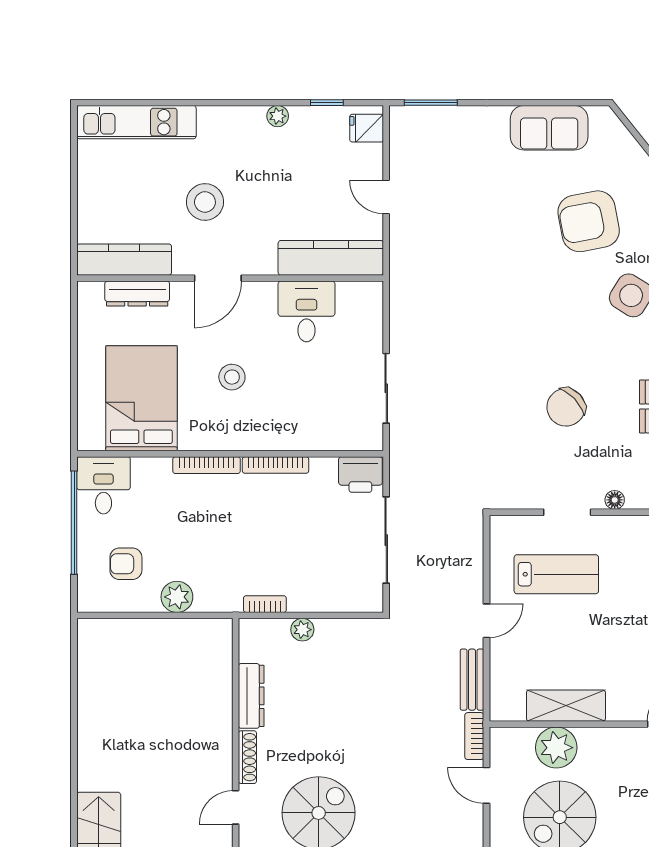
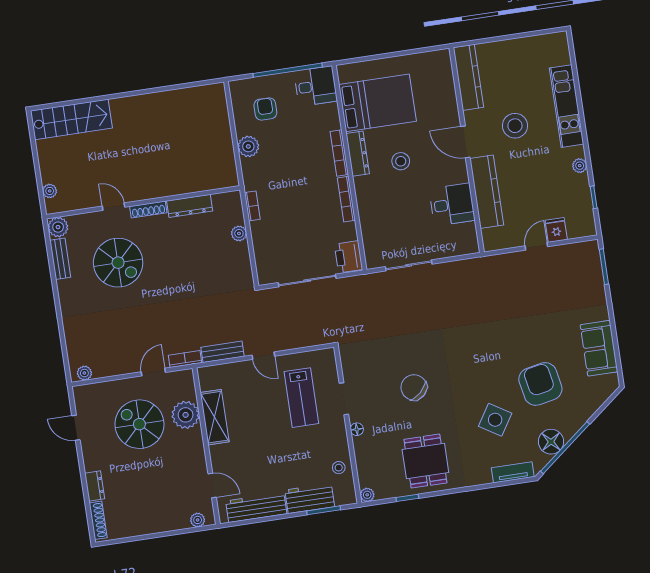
kitchen unit: (136, 122) -> (567, 106), moved
fridge: (367, 128) -> (556, 230), moved
kitchen counter: (331, 258) -> (487, 192), moved
dresser: (137, 294) -> (358, 154), moved, turned 180

